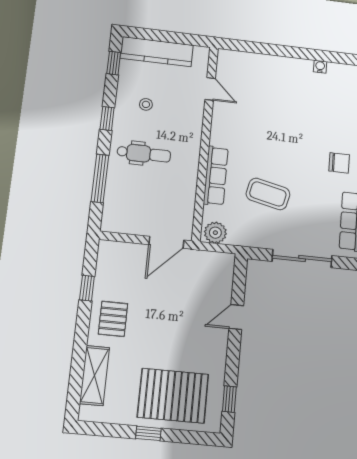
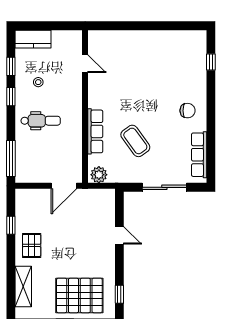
kitchen counter: (157, 52) -> (33, 39), width x0.67
window: (114, 63) -> (11, 66), moved
water cooler: (320, 67) -> (168, 35), removed
window: (100, 178) -> (11, 159), moved
coffee table: (268, 194) -> (135, 141), turned 41
door: (236, 317) -> (119, 235), swing flipped

